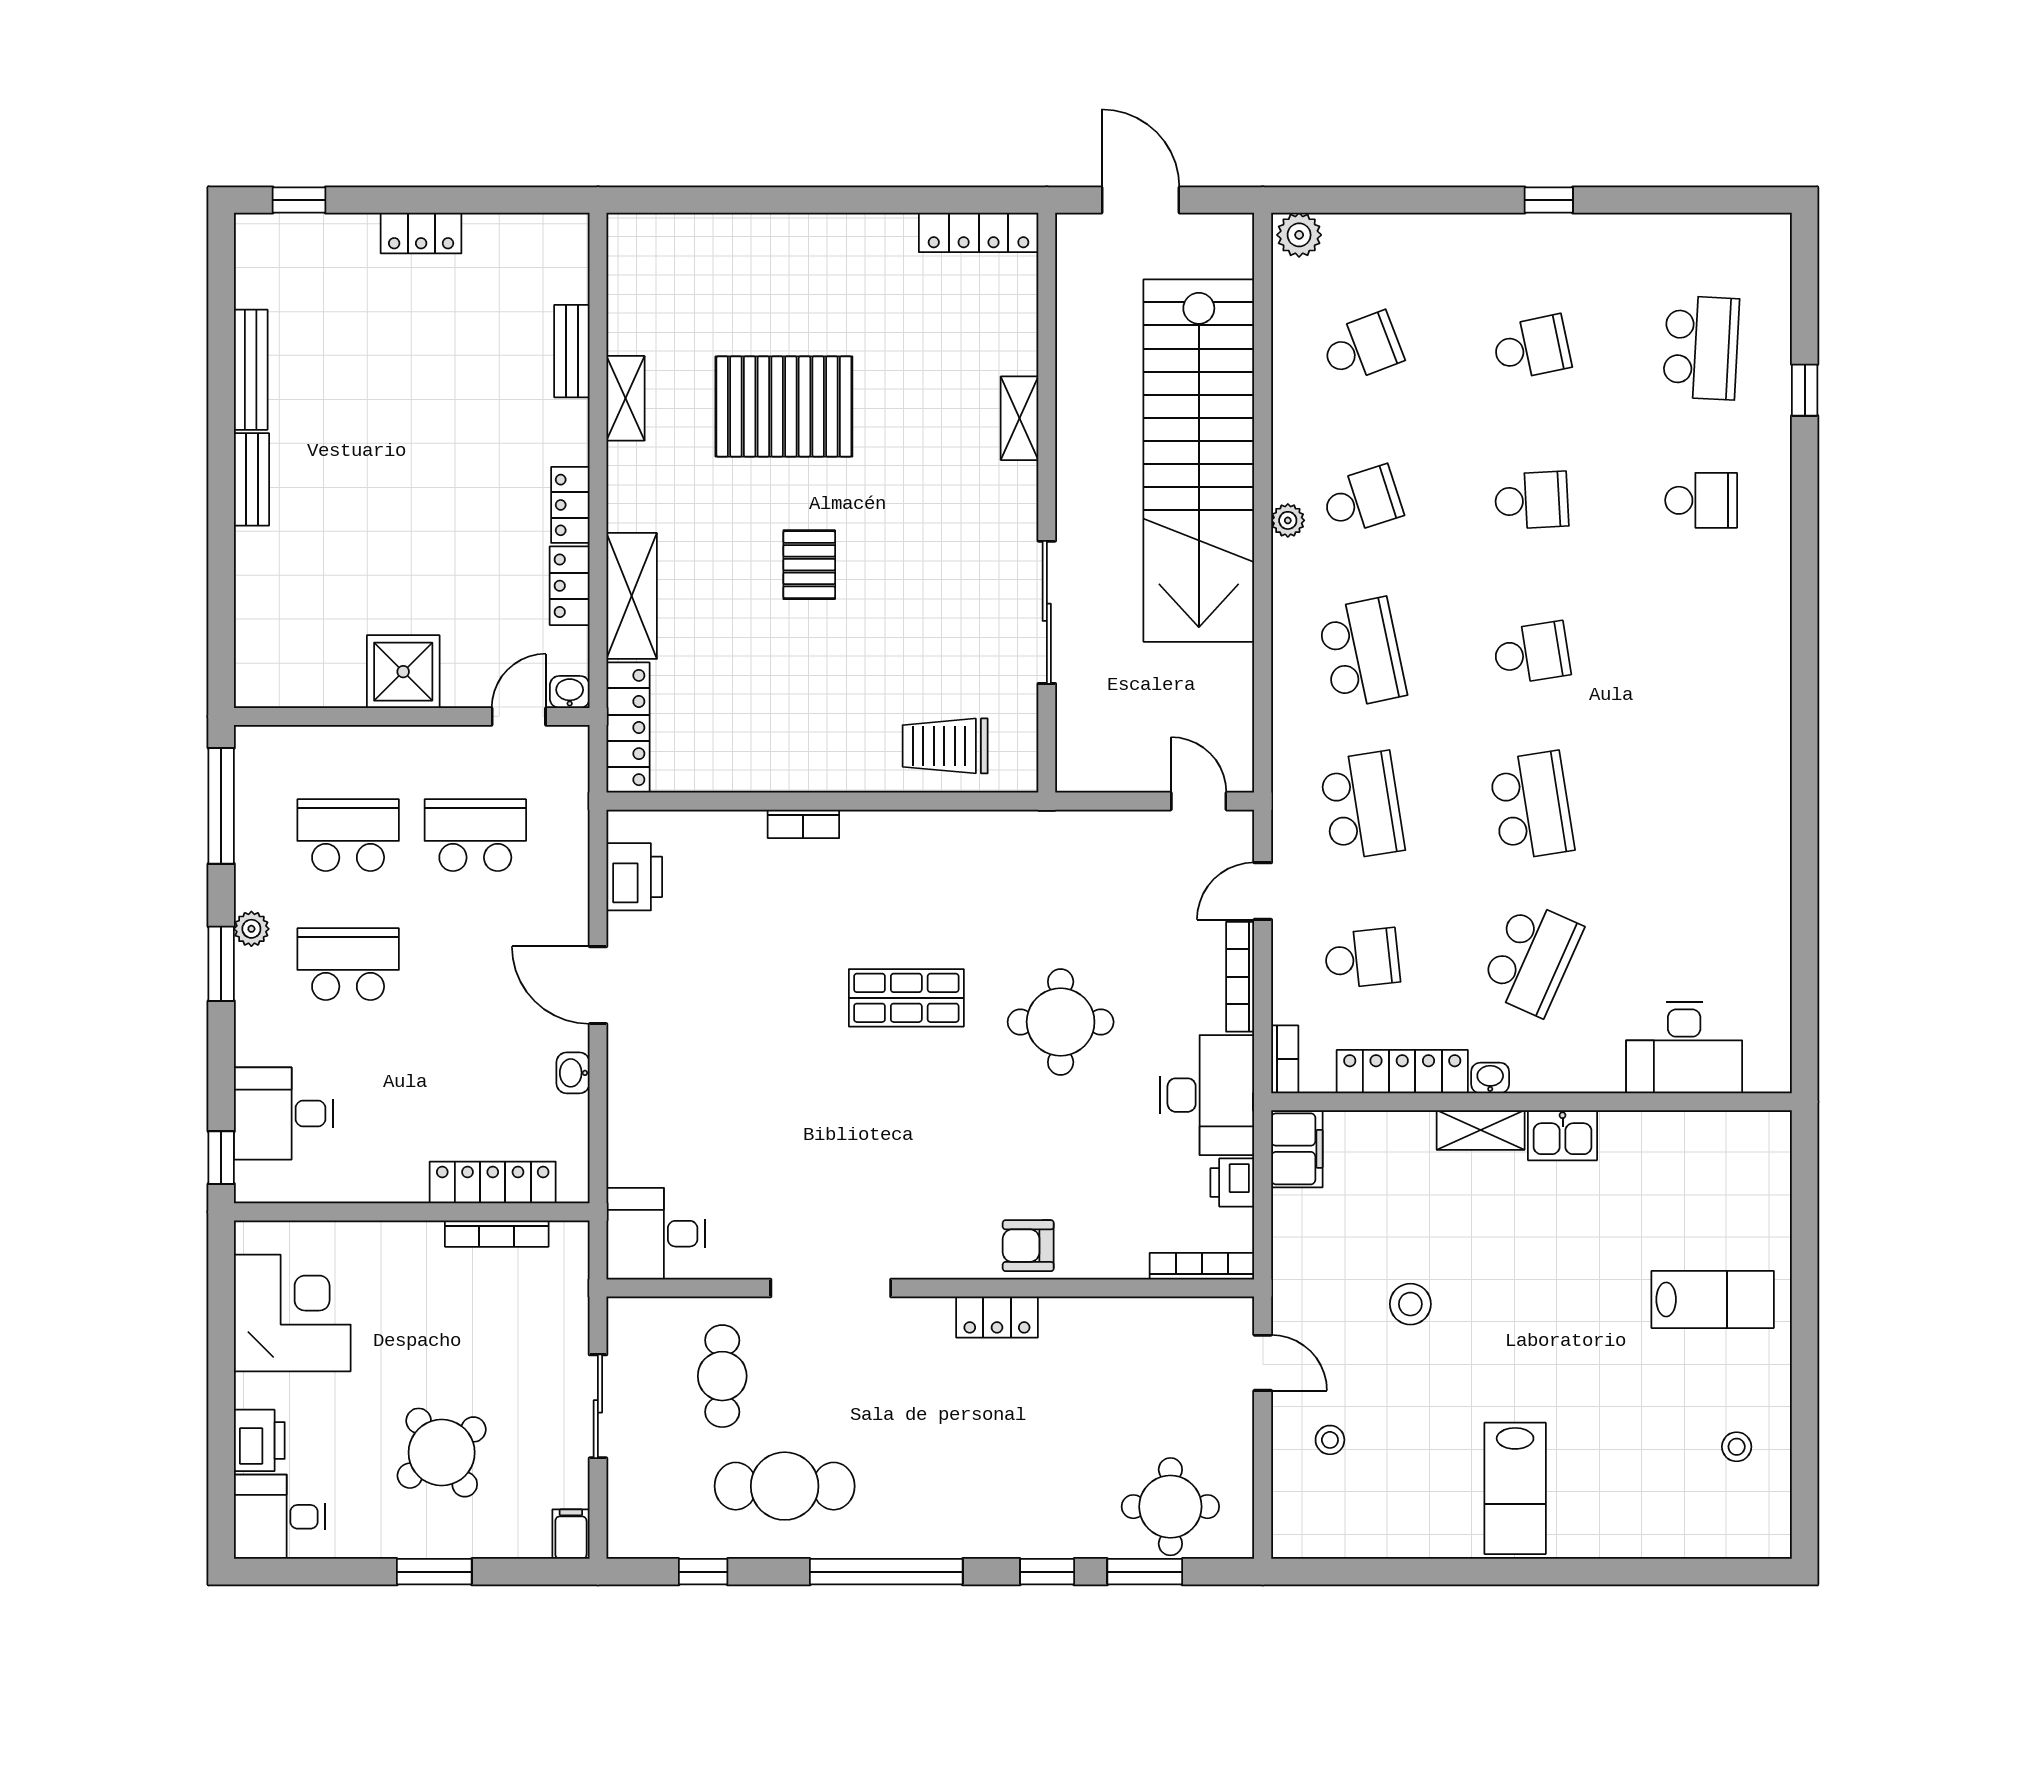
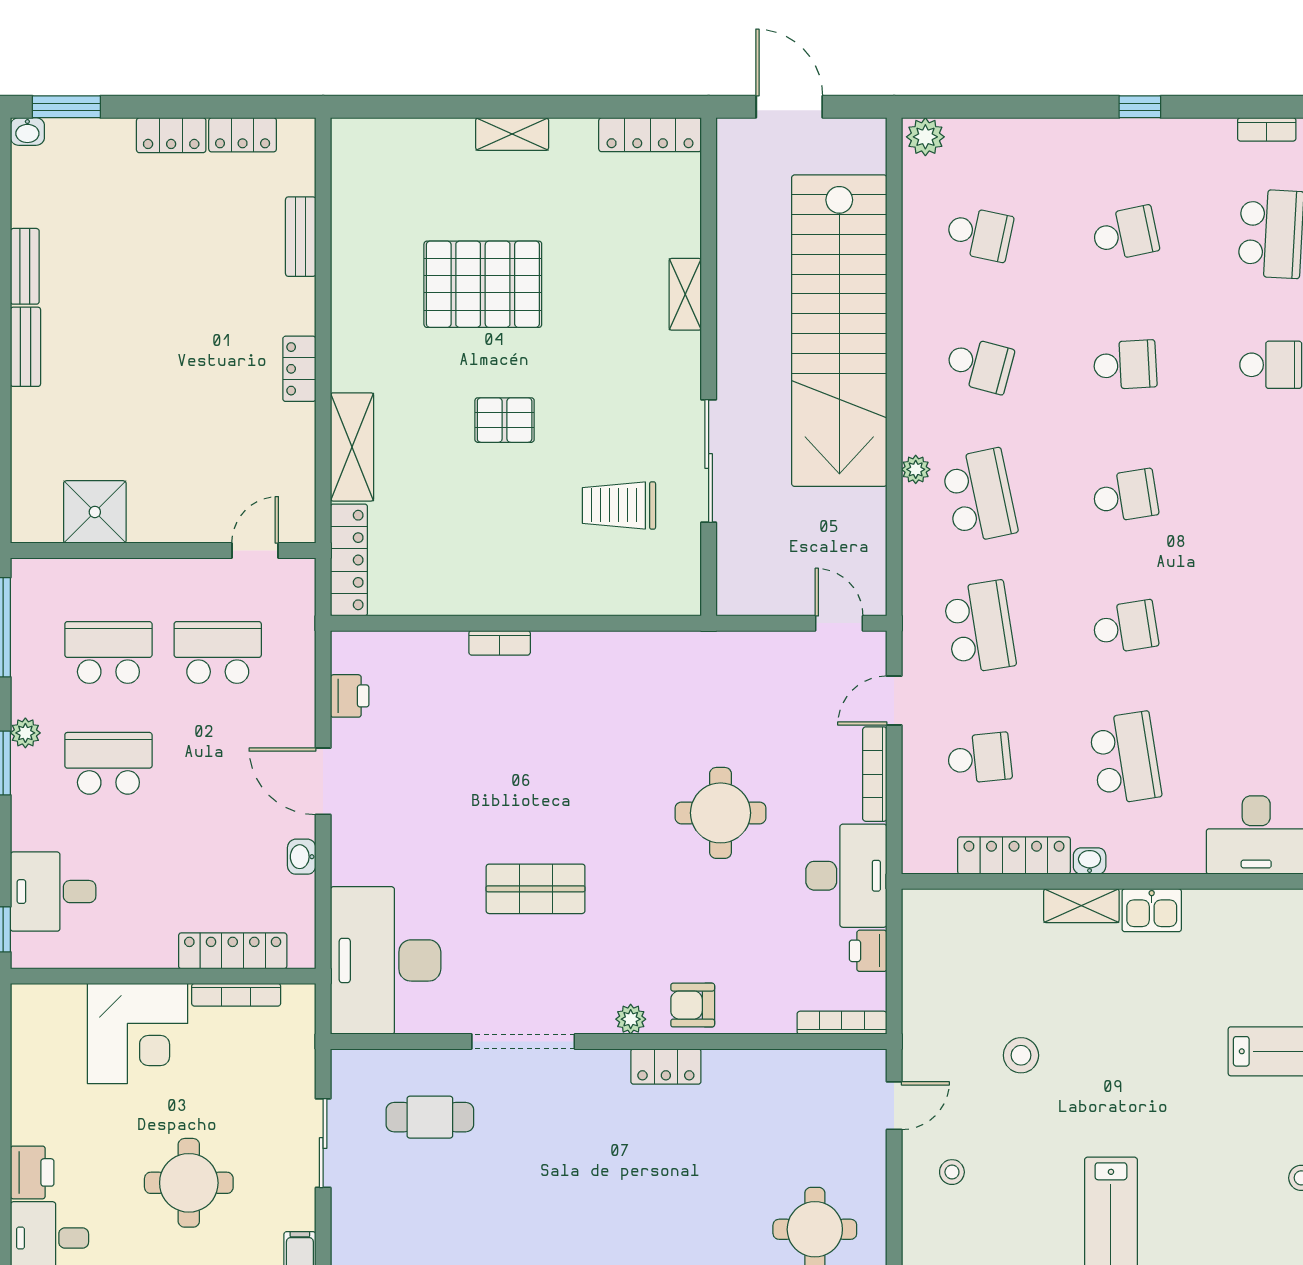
window: (299, 200) -> (66, 107), width x1.50
school desk: (1362, 348) -> (979, 234), turned 33
bench: (251, 370) -> (25, 266), width x0.73
shelving: (626, 398) -> (512, 134), moved, turned 90
school desk: (1362, 500) -> (979, 365), turned 33
plant: (1288, 520) -> (916, 469), moved
pallet: (809, 565) -> (505, 420), turned 90
locker: (570, 586) -> (243, 135), moved, turned -90
shower: (403, 672) -> (95, 512), moved
washbasin: (570, 692) -> (27, 131), moved, turned 180
trolley: (945, 746) -> (619, 505), moved
school desk: (1532, 806) -> (1125, 627), width x0.54
printer: (634, 877) -> (350, 696), width x0.73, depth x0.81
school desk: (1532, 958) -> (1125, 758), turned -33
shop shelf: (906, 998) -> (536, 889), moved
bookcase: (1285, 1059) -> (1267, 129), moved, turned 90
filing cabinet: (1297, 1149) -> (924, 922), removed
desk: (656, 1234) -> (386, 960), width x1.87, depth x1.30
plant: (956, 1262) -> (631, 1019), added
corner desk: (292, 1313) -> (137, 1033), moved, turned 90
door: (1263, 1363) -> (894, 1106), hinge flipped
cafe table: (722, 1376) -> (430, 1117), turned 90
round table: (442, 1453) -> (189, 1183), turned 36
cafe table: (785, 1486) -> (483, 1212), removed

